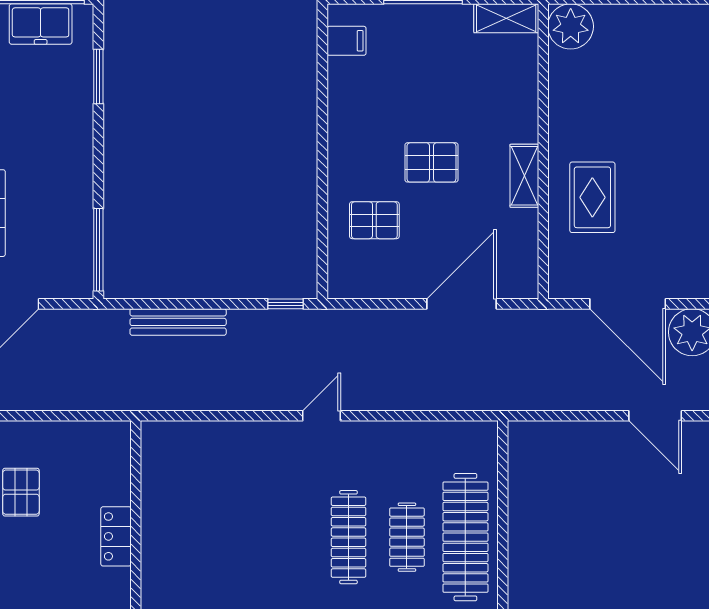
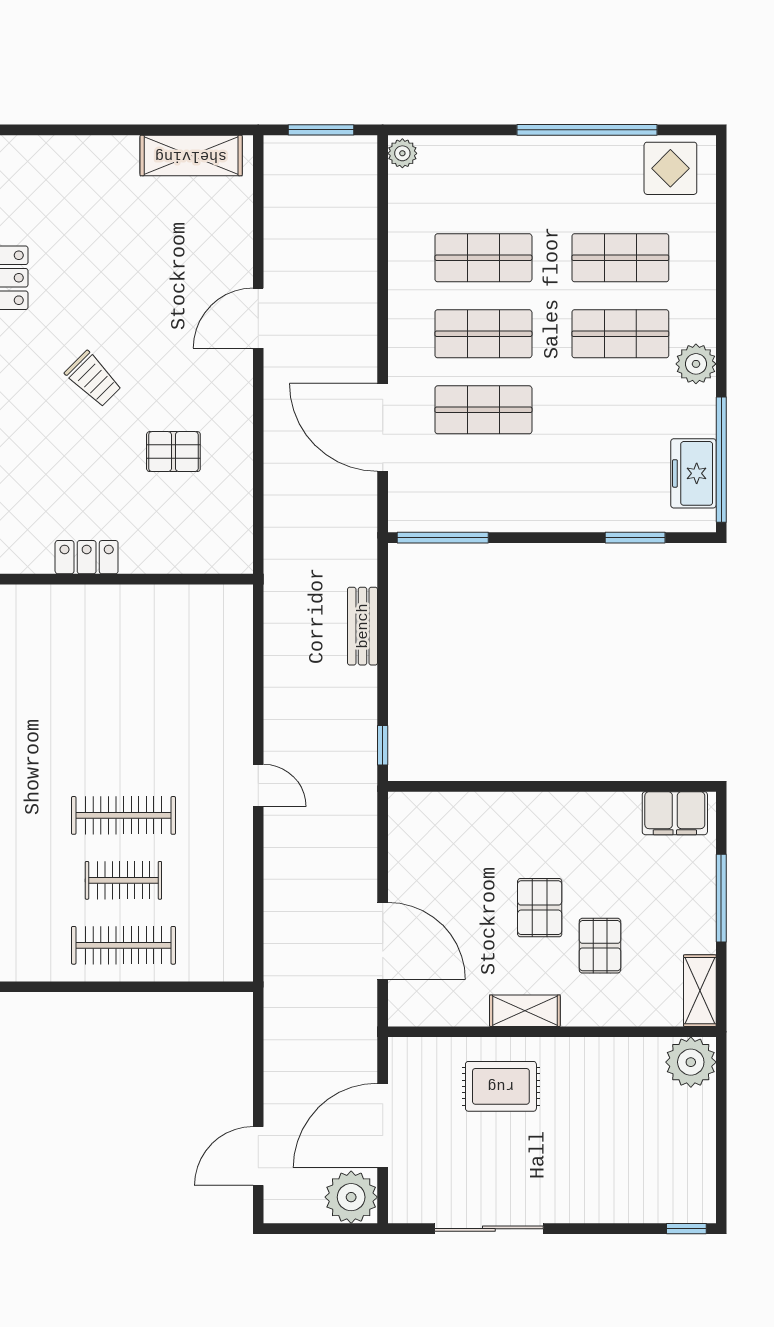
filing cabinet: (347, 41) -> (675, 813), width x2.00
pallet: (374, 220) -> (600, 946), moved
bench: (178, 322) -> (363, 626), width x0.73
locker: (116, 536) -> (87, 557), moved
clothes rail: (465, 537) -> (123, 945), width x0.73, depth x0.76

